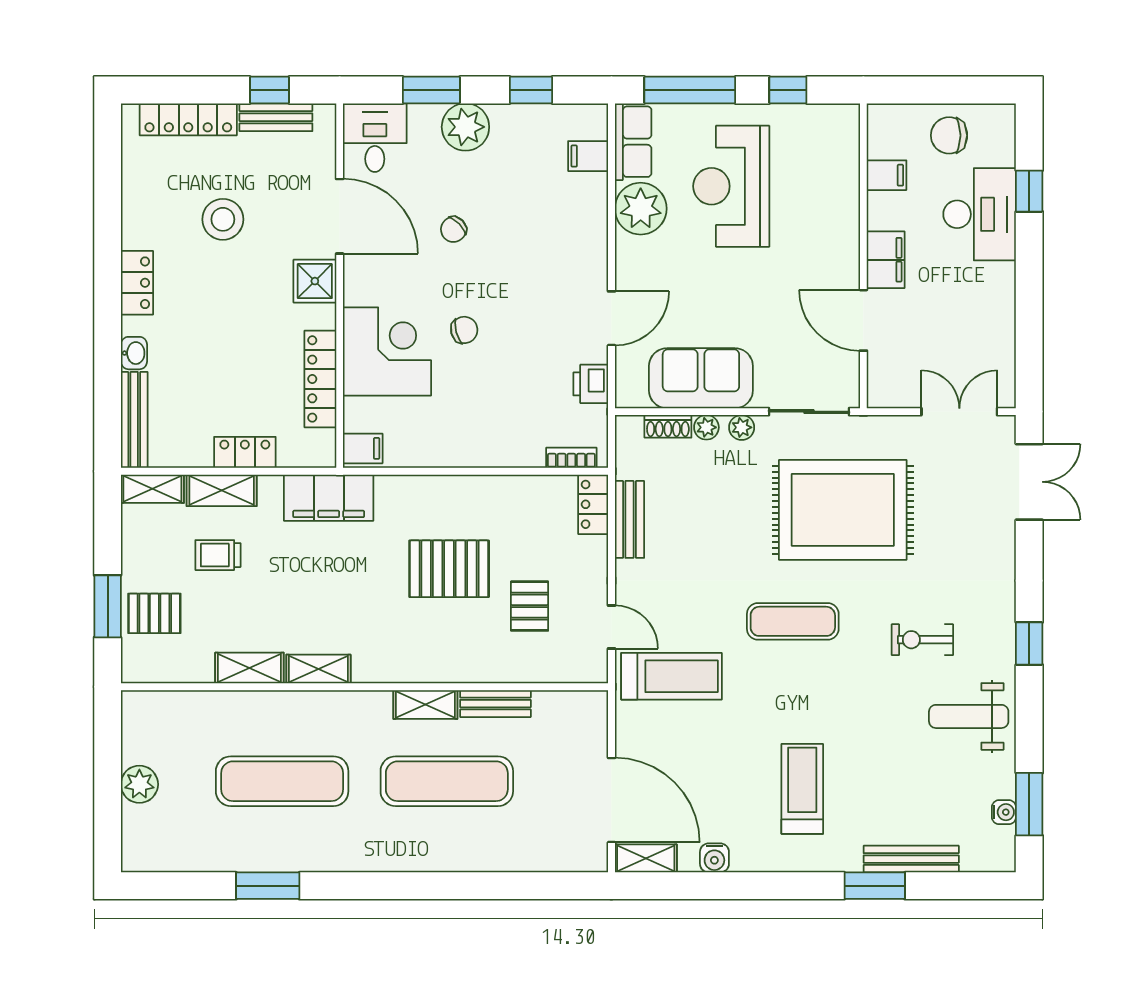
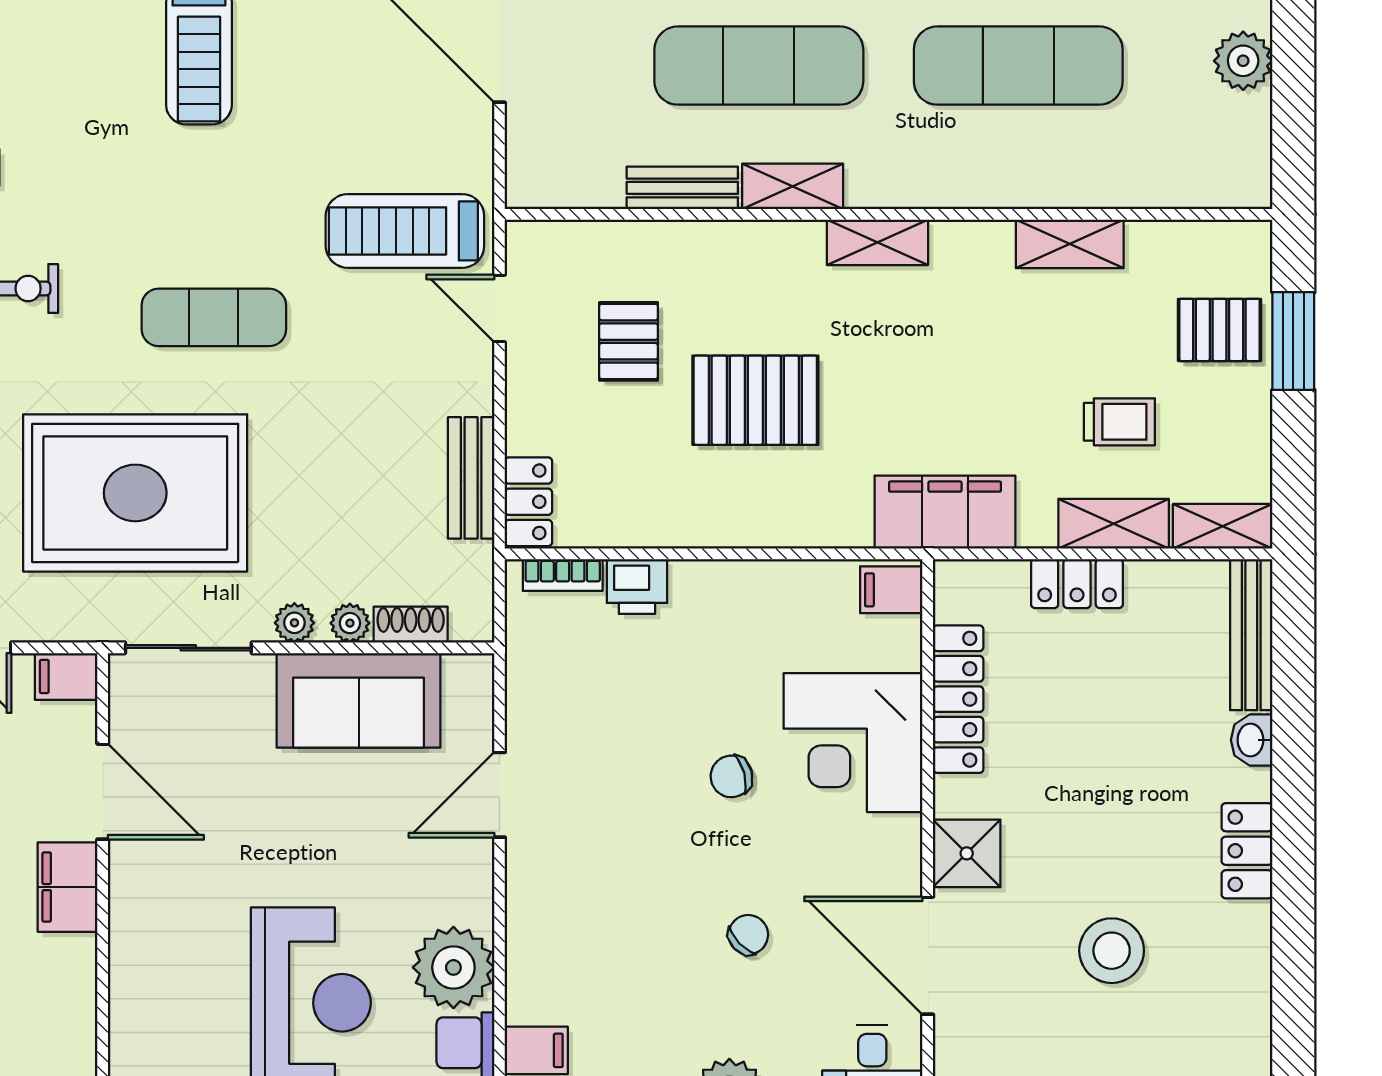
filing cabinet: (887, 175) -> (66, 676), moved
printer: (591, 384) -> (637, 586), moved, turned 90
shelving: (318, 669) -> (877, 242), moved

